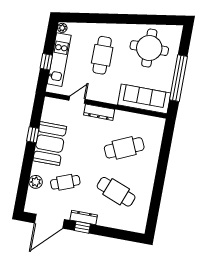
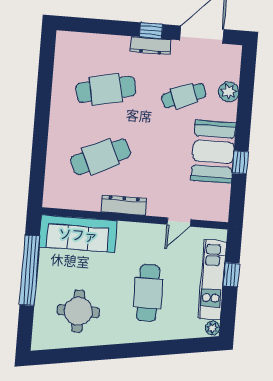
round table: (149, 48) -> (78, 311), width x0.73, depth x0.73
dresser: (99, 112) -> (124, 205), moved
cafe table: (116, 192) -> (106, 89), turned -33

